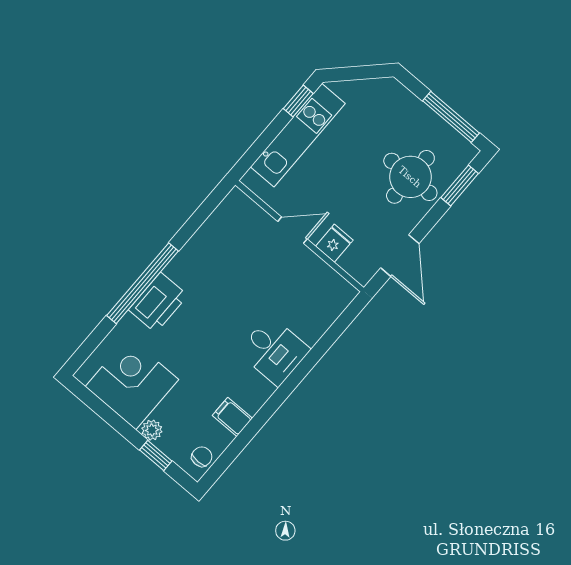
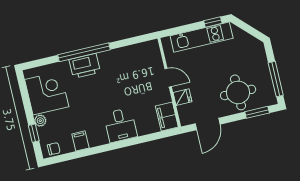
filing cabinet: (332, 288) -> (167, 117), added

